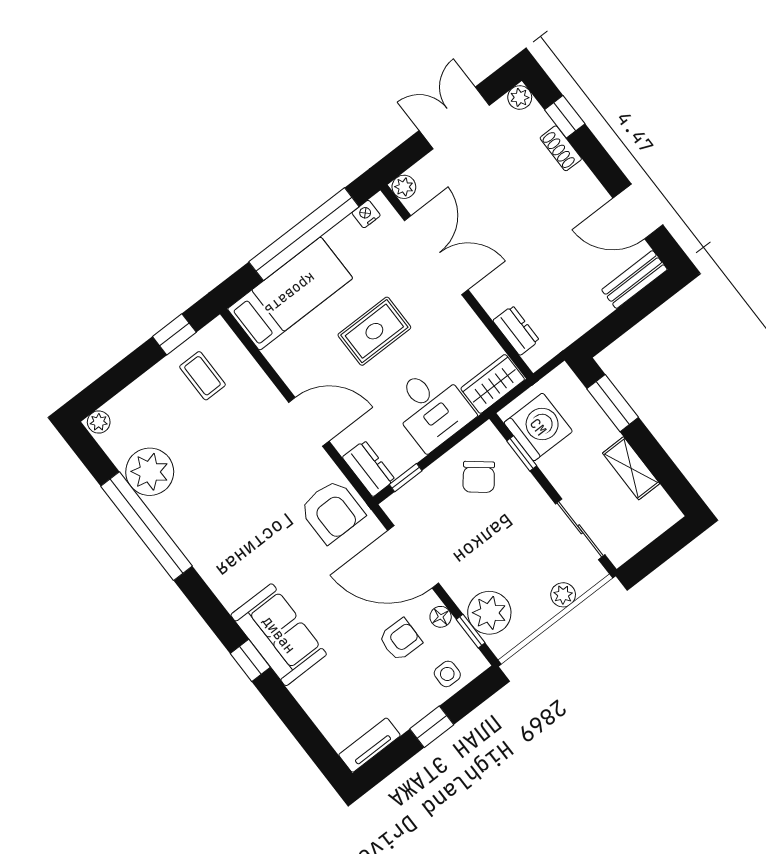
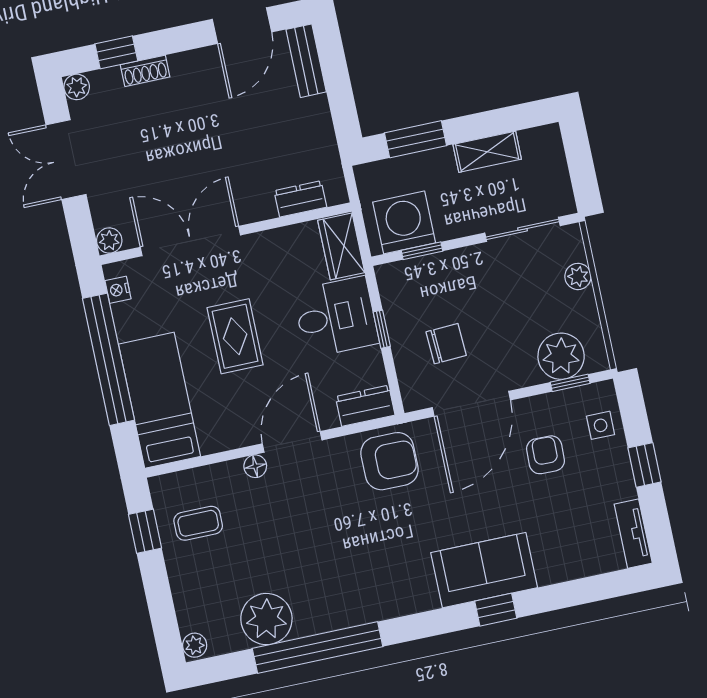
chair: (479, 477) -> (446, 344), moved, turned -42
window: (406, 478) -> (382, 329), moved
floor lamp: (441, 617) -> (255, 466), moved

